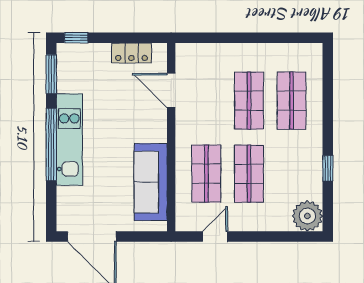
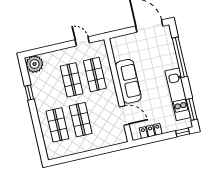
kitchen unit: (69, 140) -> (178, 94), moved
window: (51, 144) -> (180, 57), moved
sofa: (151, 182) -> (128, 81), moved
door: (215, 236) -> (82, 41), swing flipped

